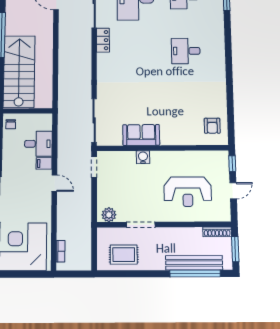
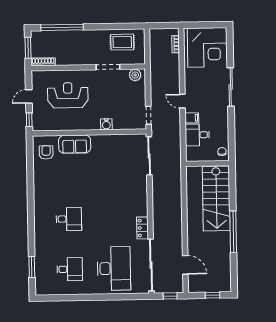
sofa: (141, 135) -> (75, 144), moved
bench: (194, 263) -> (63, 36), removed

